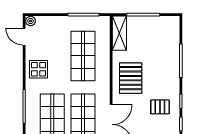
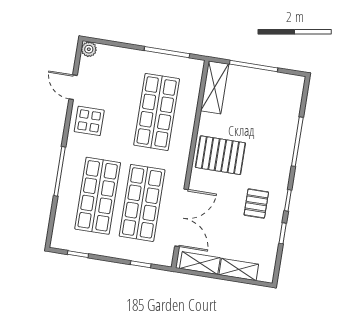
door: (24, 37) -> (73, 87), moved
pallet: (131, 78) -> (220, 155), turned 90
pallet: (160, 107) -> (256, 204), turned 90

